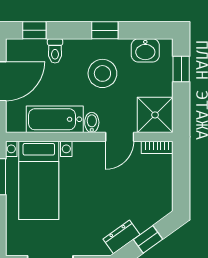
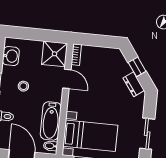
window: (181, 69) -> (26, 33), removed
stool: (102, 73) -> (23, 86), width x0.53, depth x0.53
bidet: (92, 122) -> (50, 146), moved

